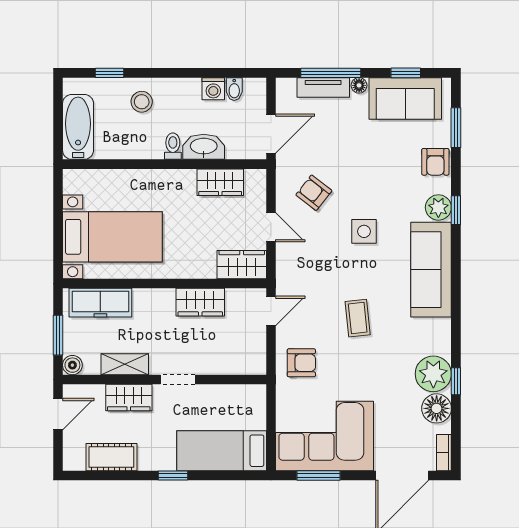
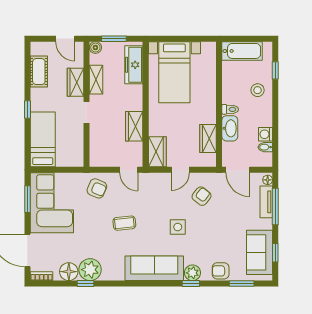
floor lamp: (359, 85) -> (268, 180), moved
armchair: (301, 363) -> (97, 188), turned -67

